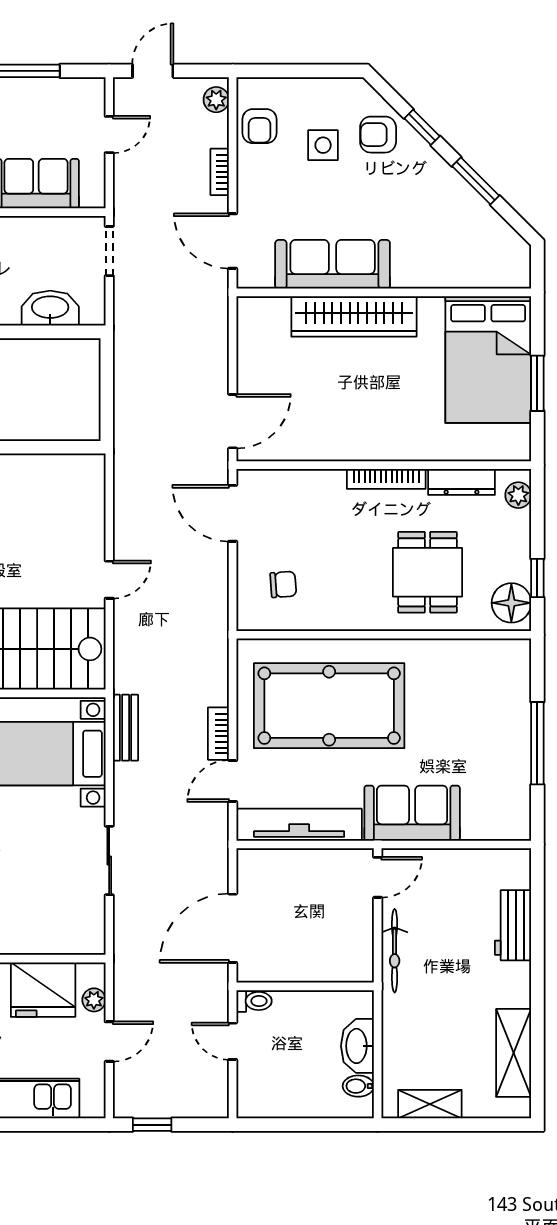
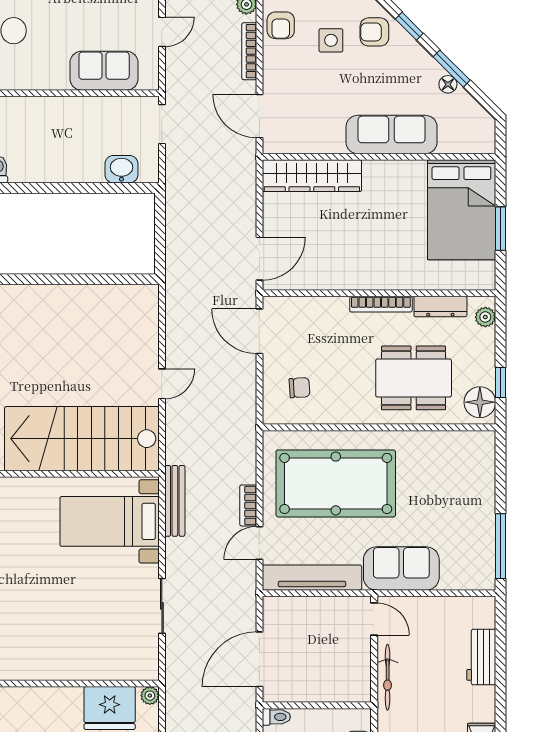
bookcase: (220, 172) -> (249, 51), width x1.56
floor lamp: (471, 201) -> (448, 84), added
sofa: (333, 264) -> (392, 135), moved
washbasin: (50, 308) -> (121, 169), width x0.72
wardrobe: (354, 316) -> (312, 176), moved
dining table: (428, 572) -> (414, 378), width x1.38
bench: (126, 728) -> (175, 501), width x1.36
window: (537, 743) -> (500, 546), moved
door: (378, 877) -> (374, 619), hinge flipped
plant: (94, 1000) -> (150, 696), moved

